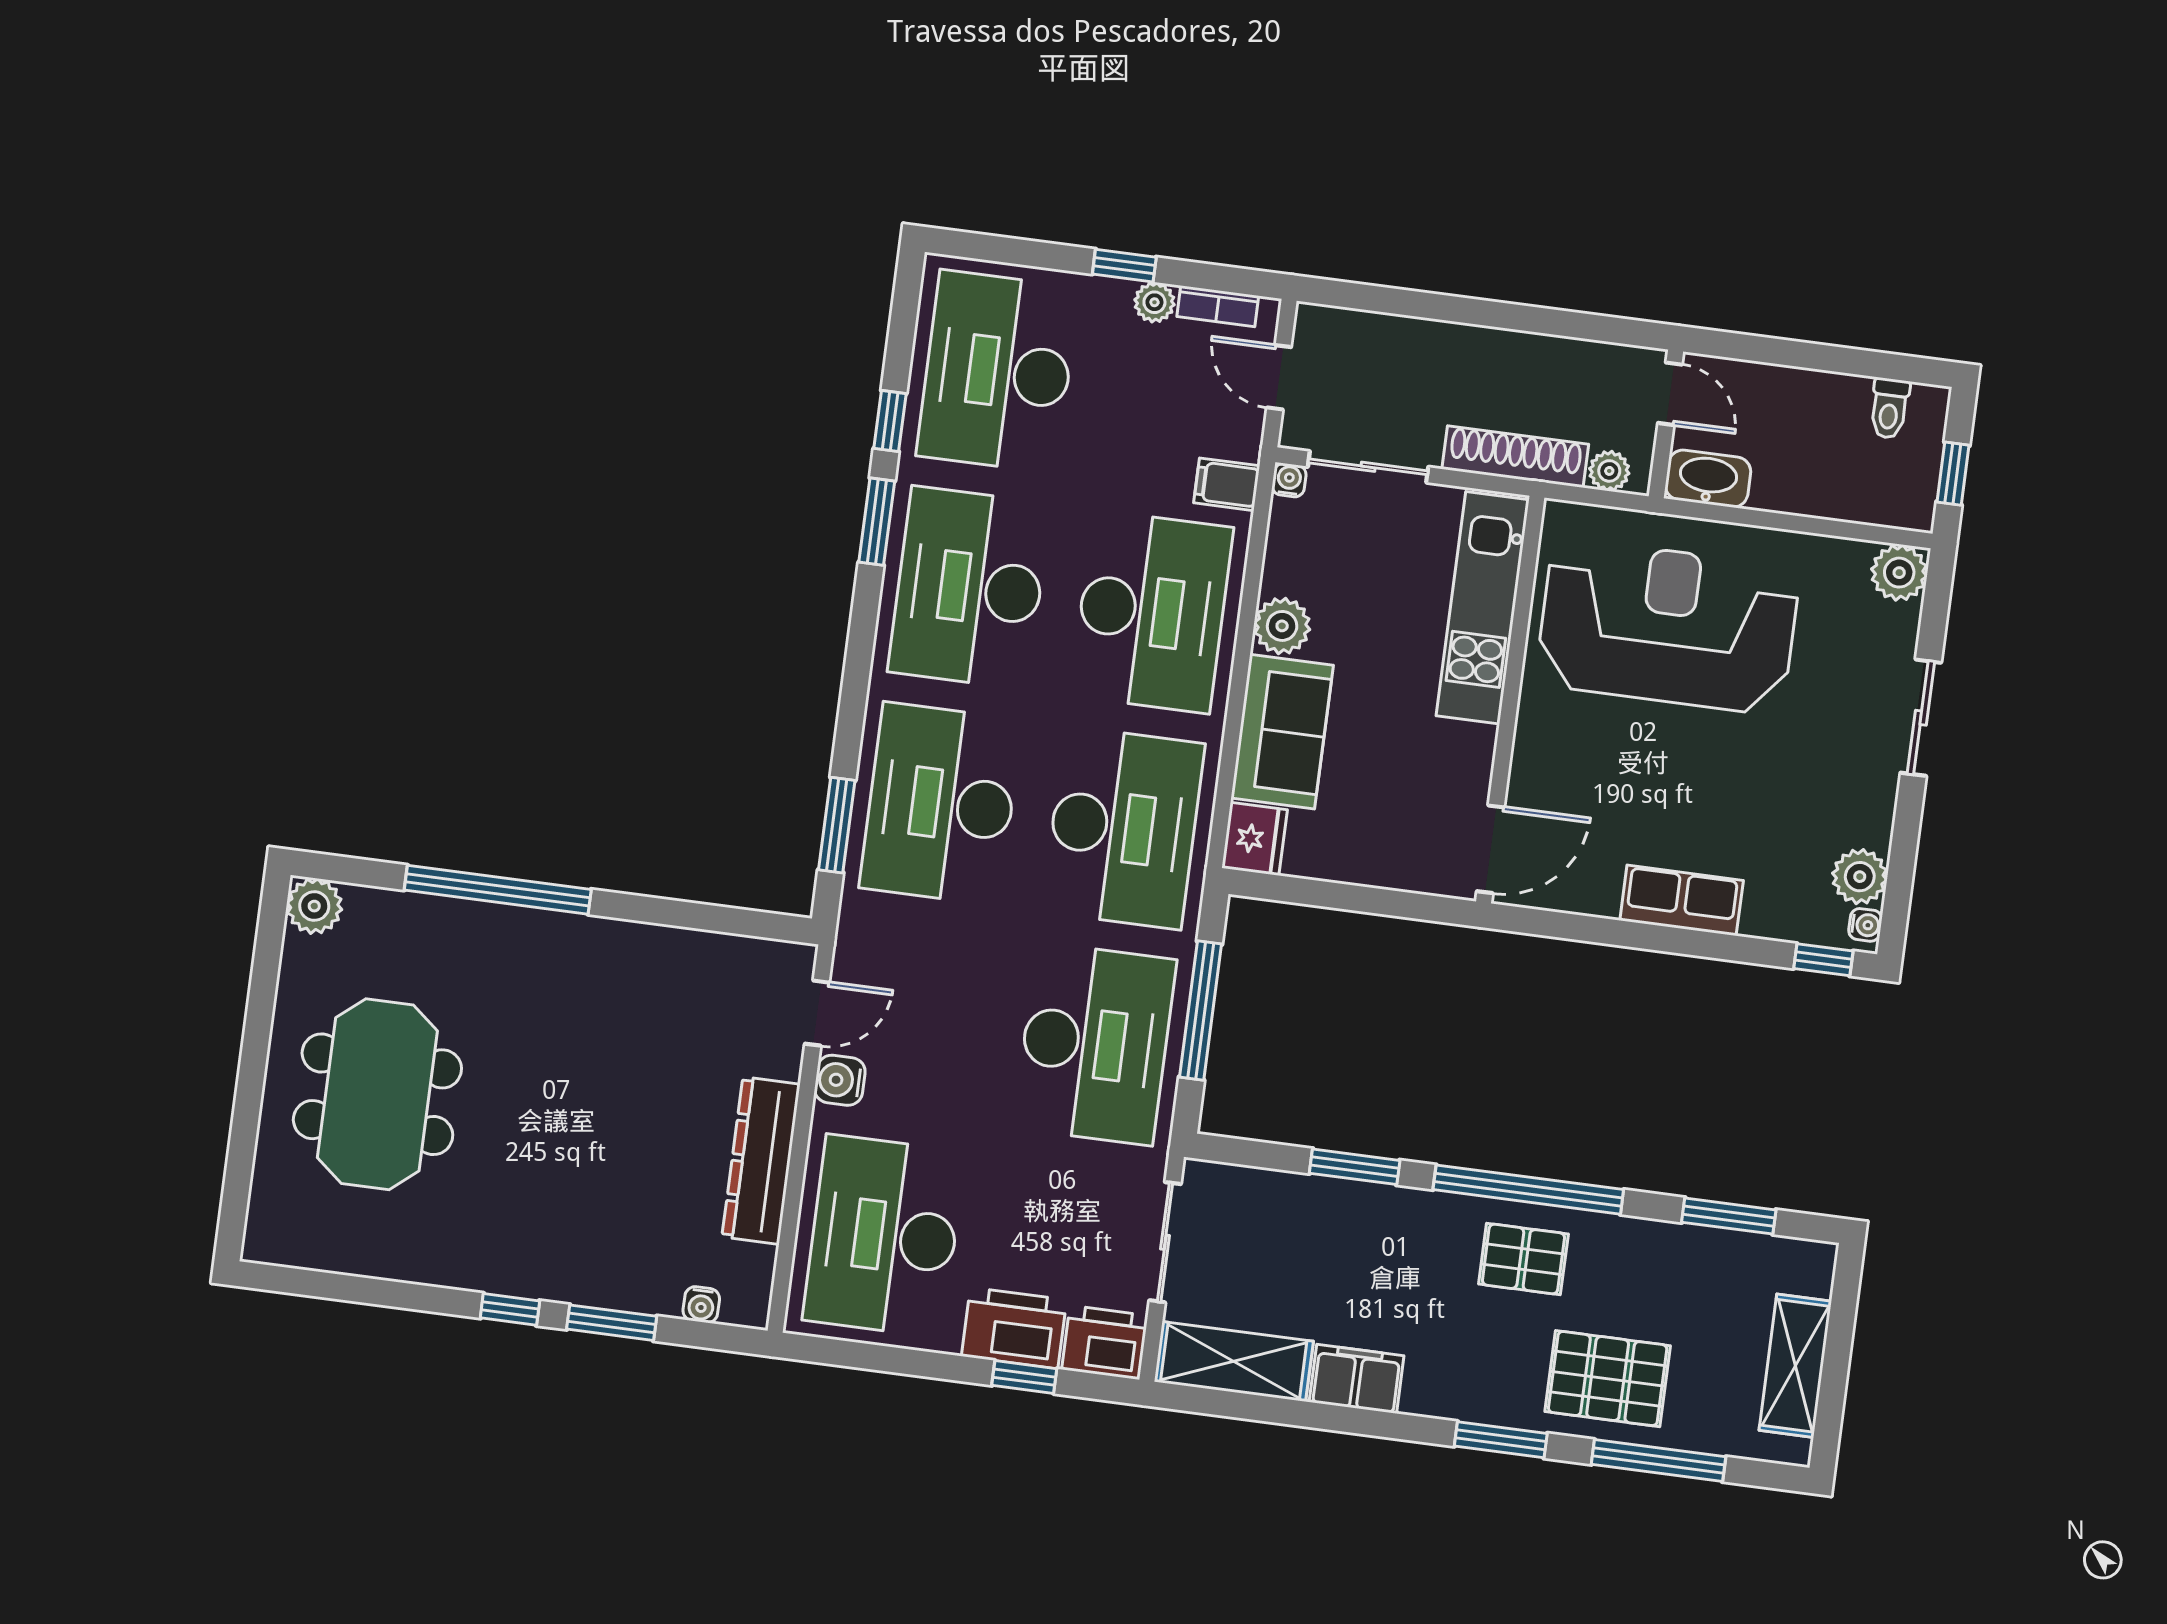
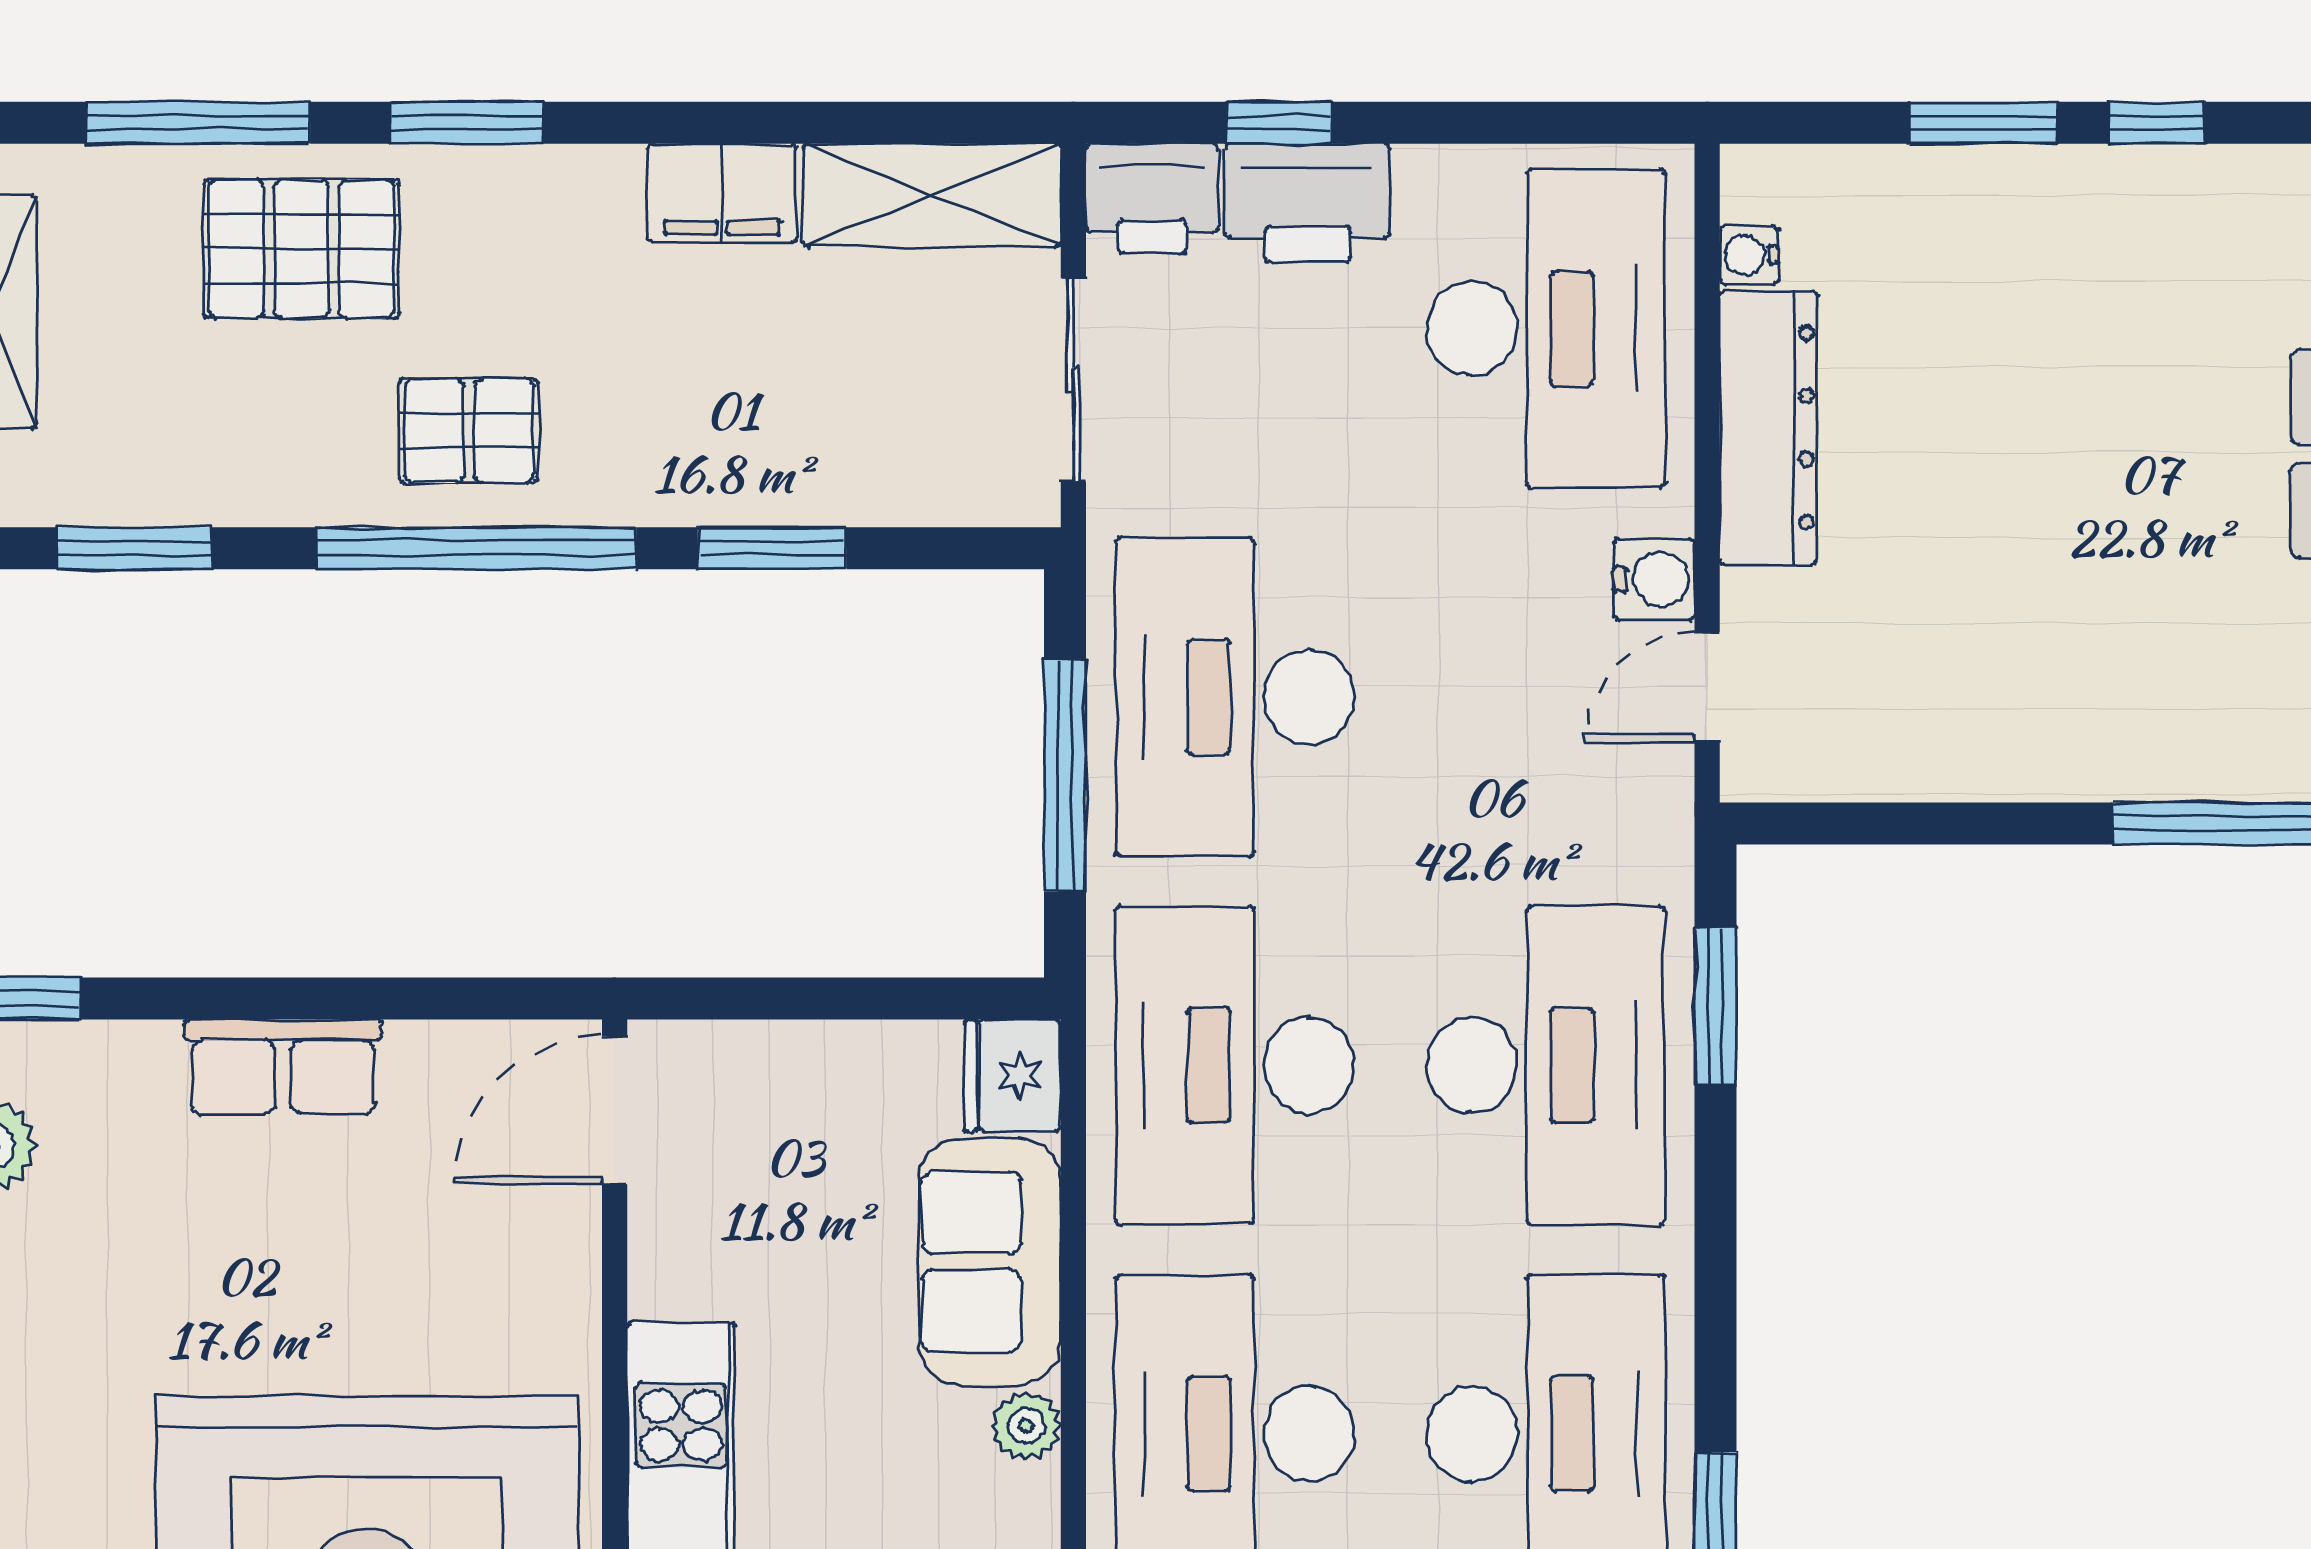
plant: (1282, 626) -> (1026, 1426), width x0.73, depth x0.73
water cooler: (701, 1305) -> (1749, 255), moved, turned -90

